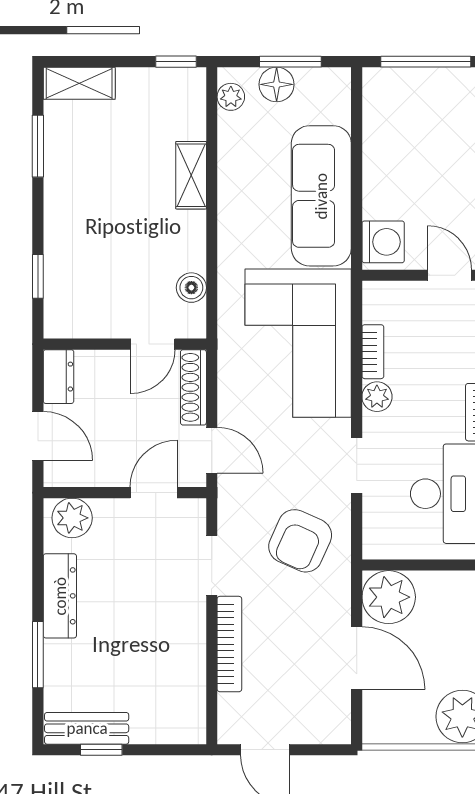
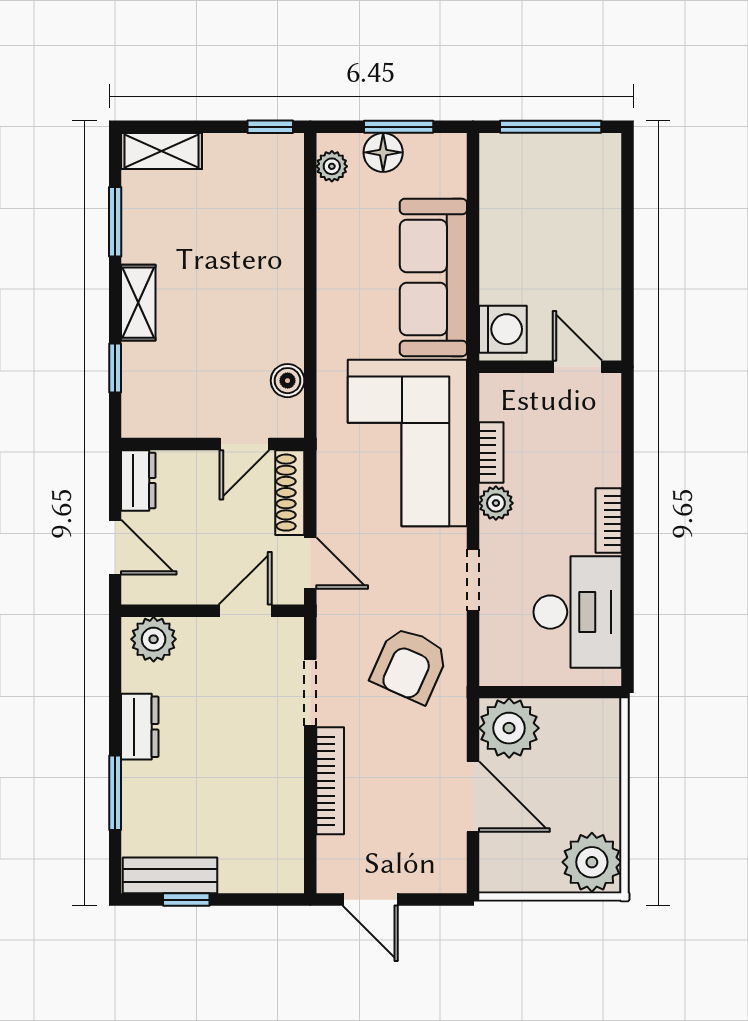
shelving: (191, 175) -> (138, 303), moved
dresser: (60, 596) -> (140, 727), width x0.70

